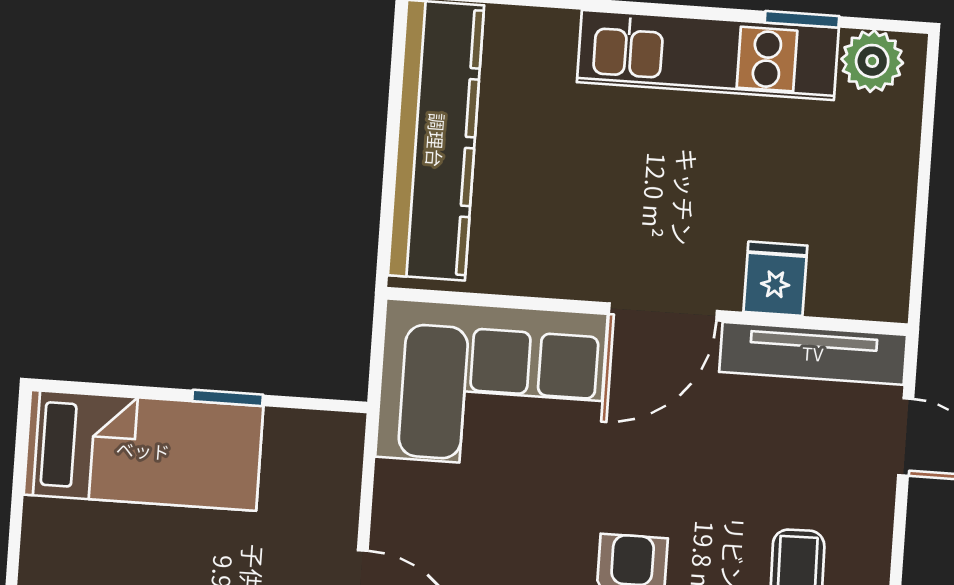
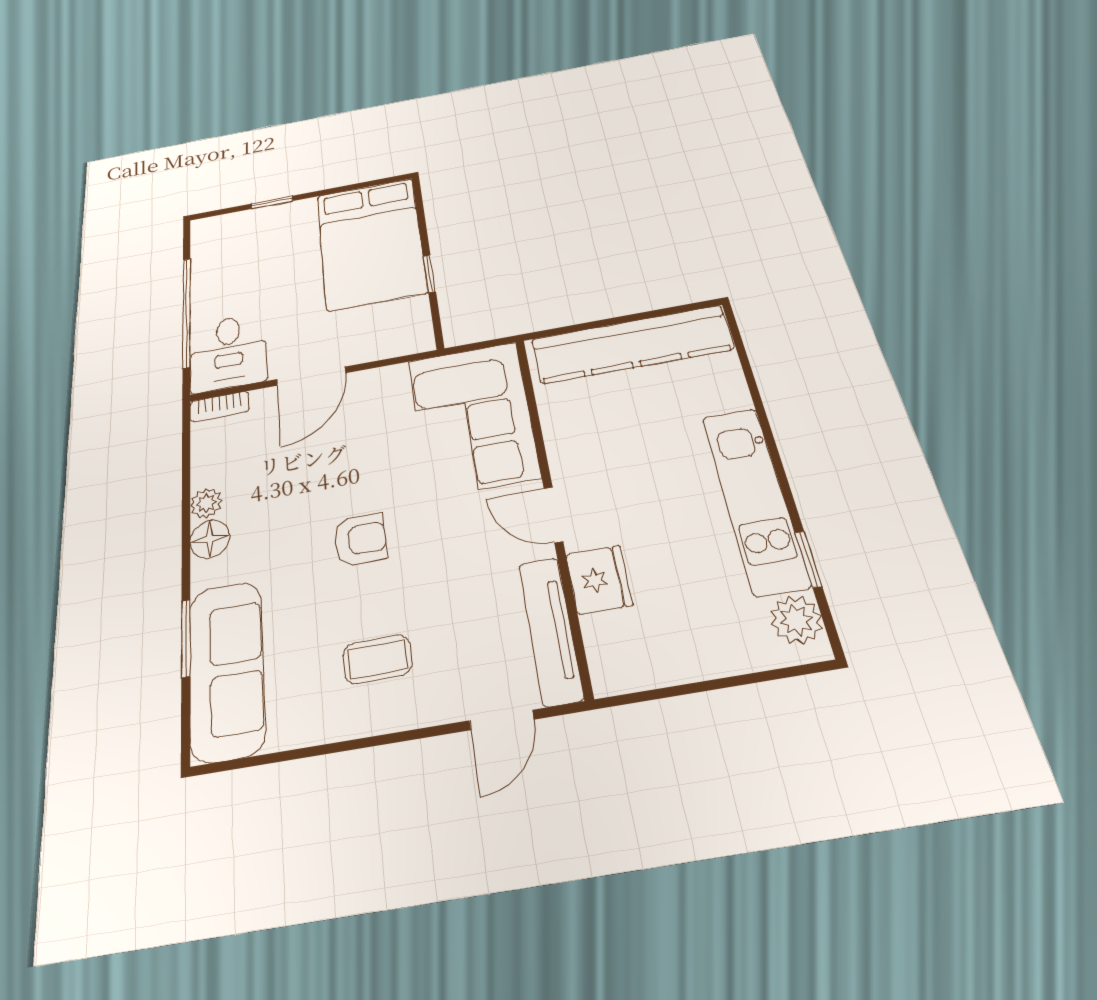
fridge: (775, 279) -> (599, 580), width x1.38
door: (663, 312) -> (553, 515), width x0.73
bed: (143, 450) -> (371, 243), width x1.50

